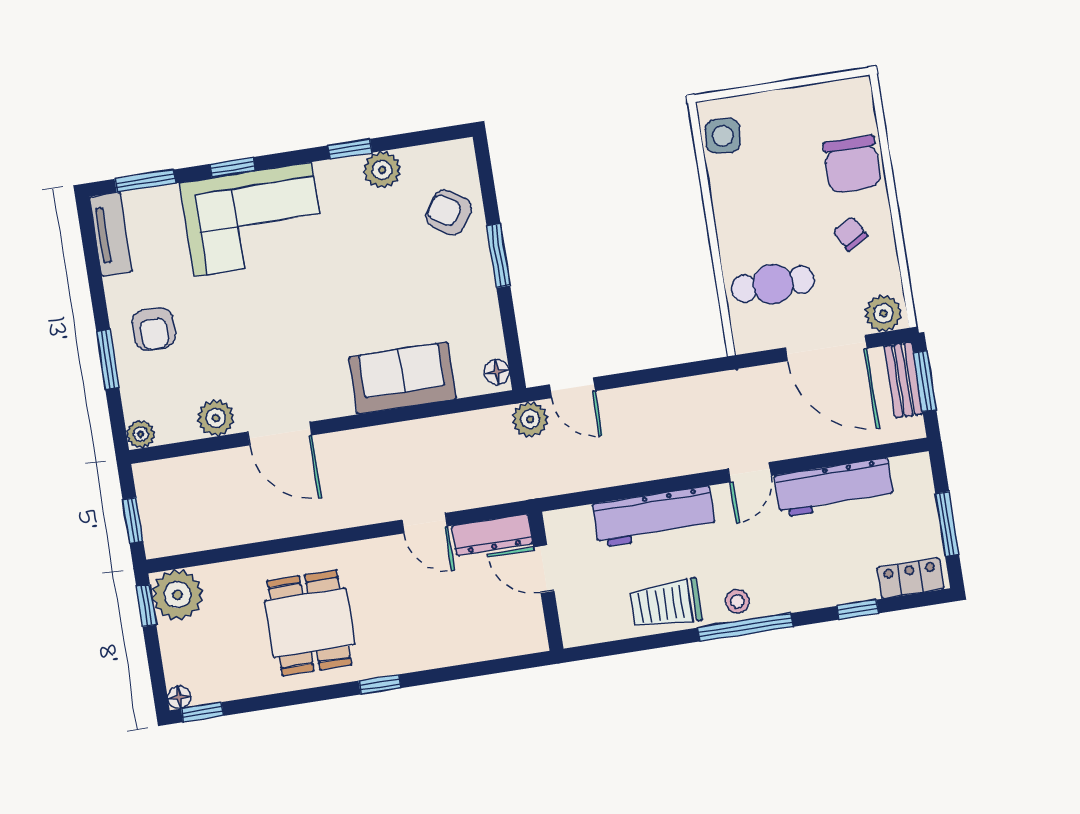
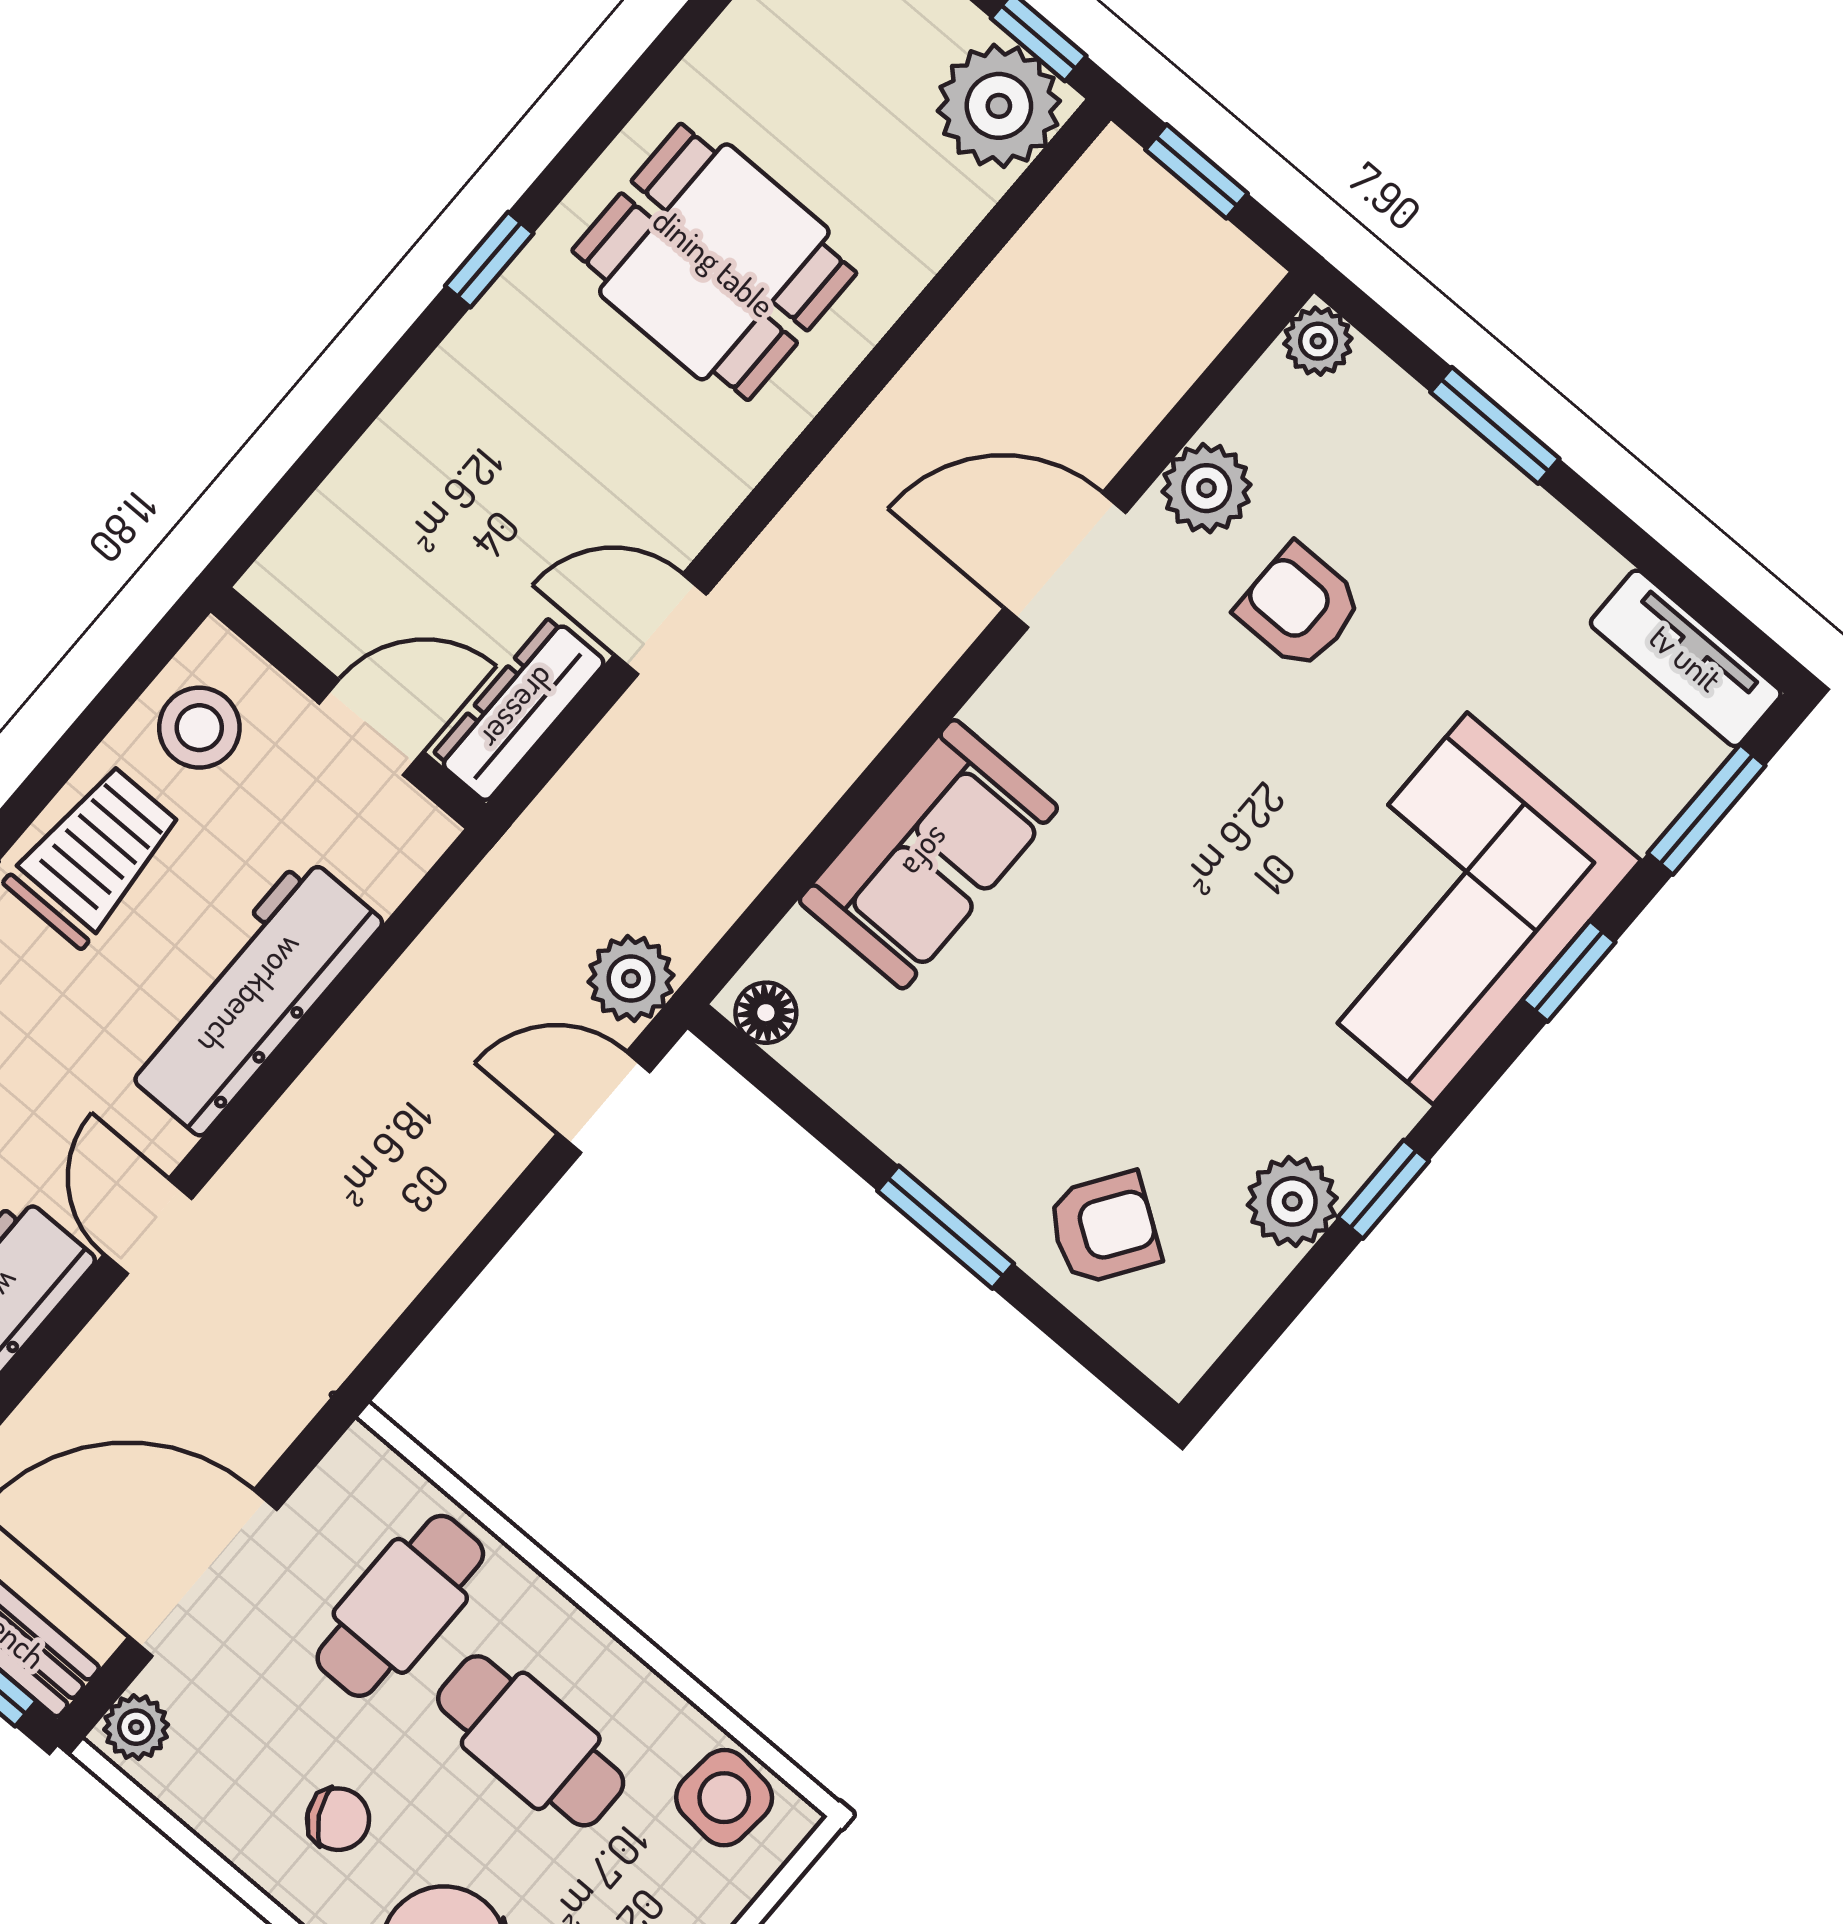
cafe table: (768, 206) -> (531, 1741), added
plant: (883, 313) -> (136, 1727), width x0.73, depth x0.73
armchair: (154, 329) -> (1299, 607), moved
stool: (598, 615) -> (199, 728), added

